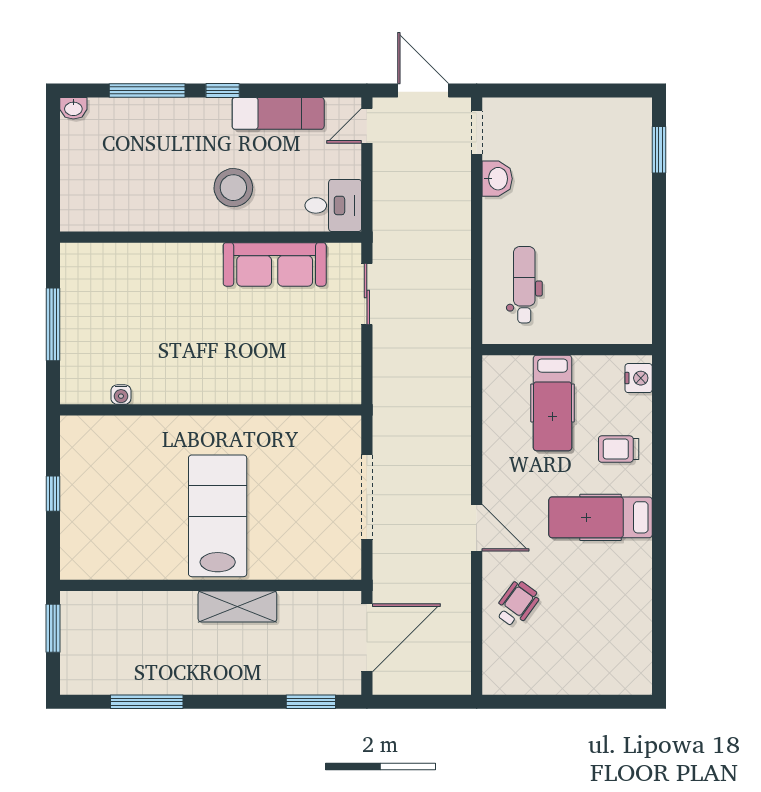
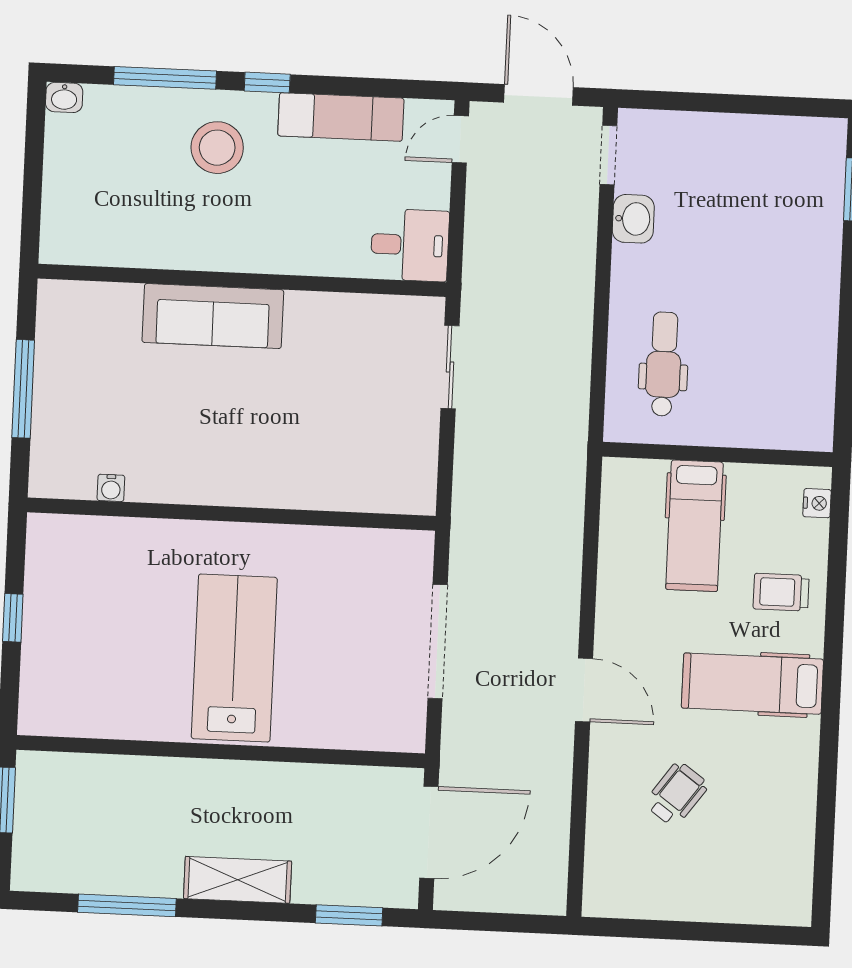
stool: (233, 188) -> (217, 148), moved
sofa: (275, 264) -> (213, 316), moved
nightstand: (639, 378) -> (817, 503), width x0.72, depth x0.74
wheelchair: (517, 604) -> (676, 794), moved
shelving: (237, 606) -> (238, 880), moved

